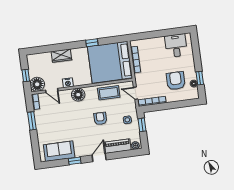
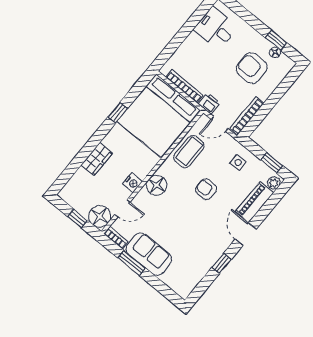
printer: (140, 79) -> (209, 103), added
window: (142, 125) -> (272, 163), moved
sofa: (59, 151) -> (149, 254), moved, turned 90

